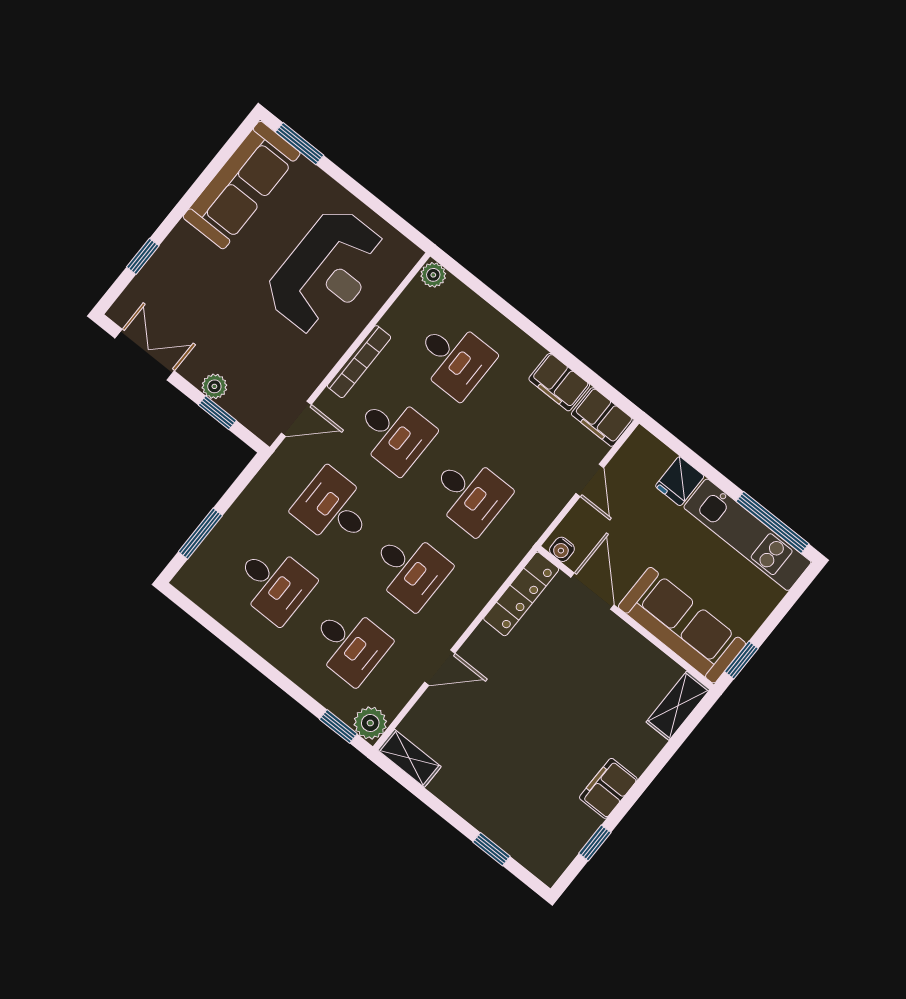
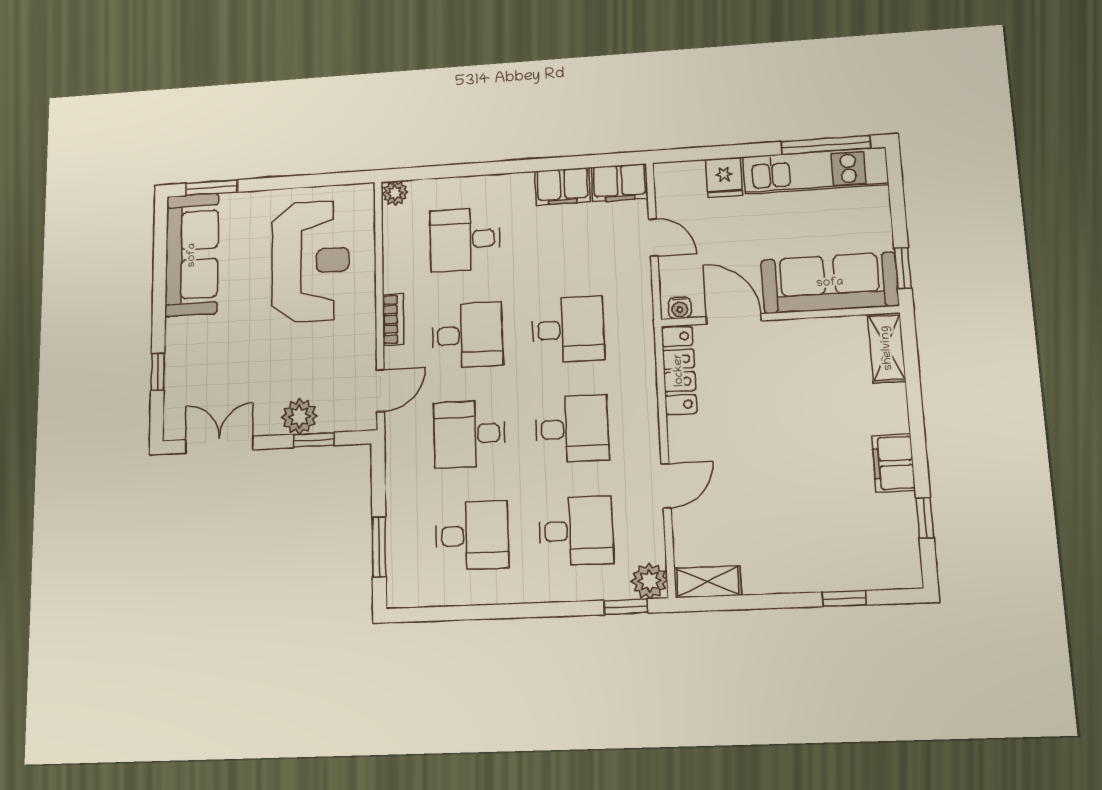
desk: (454, 358) -> (465, 240), turned 180
bookcase: (359, 362) -> (393, 319), width x0.64
plant: (214, 386) -> (299, 416), width x1.38, depth x1.38

